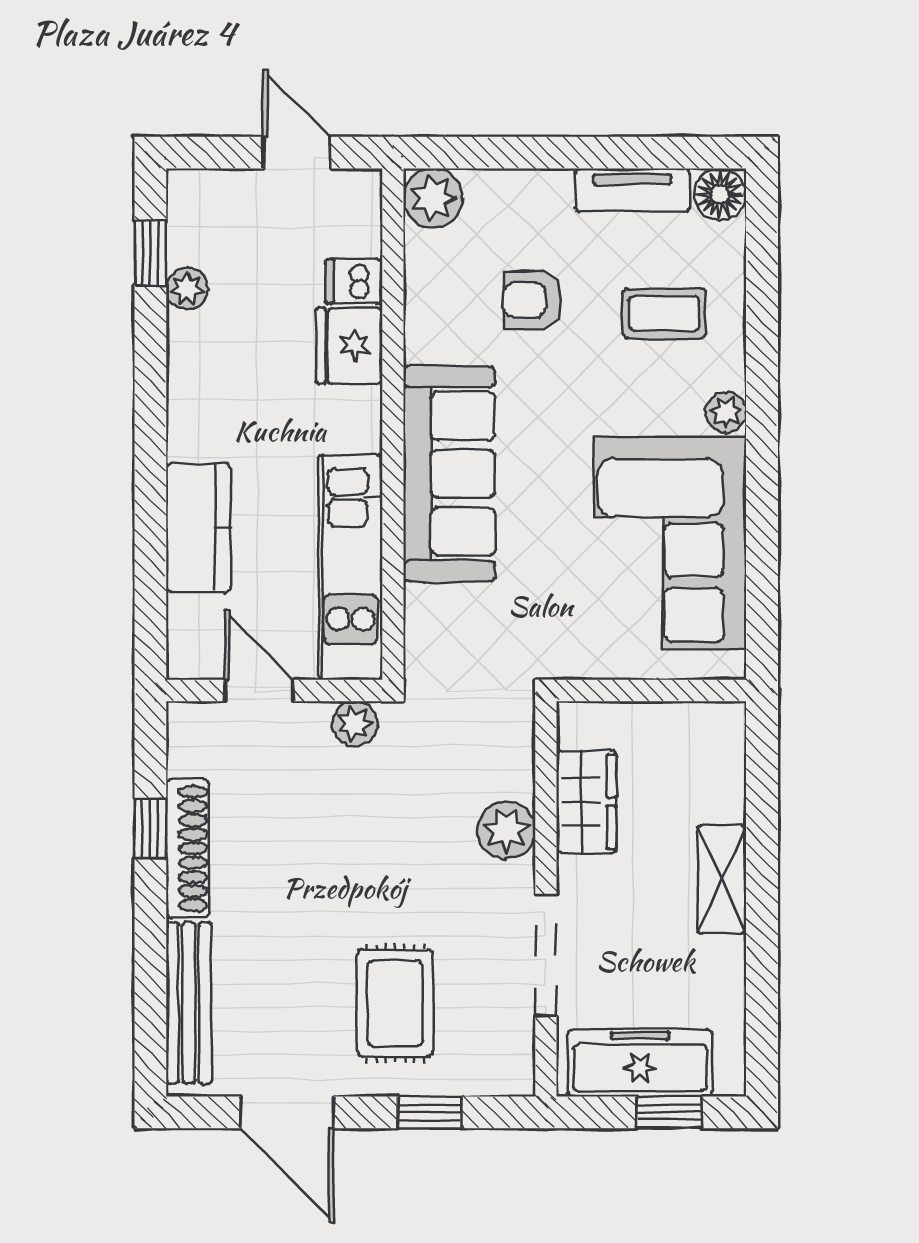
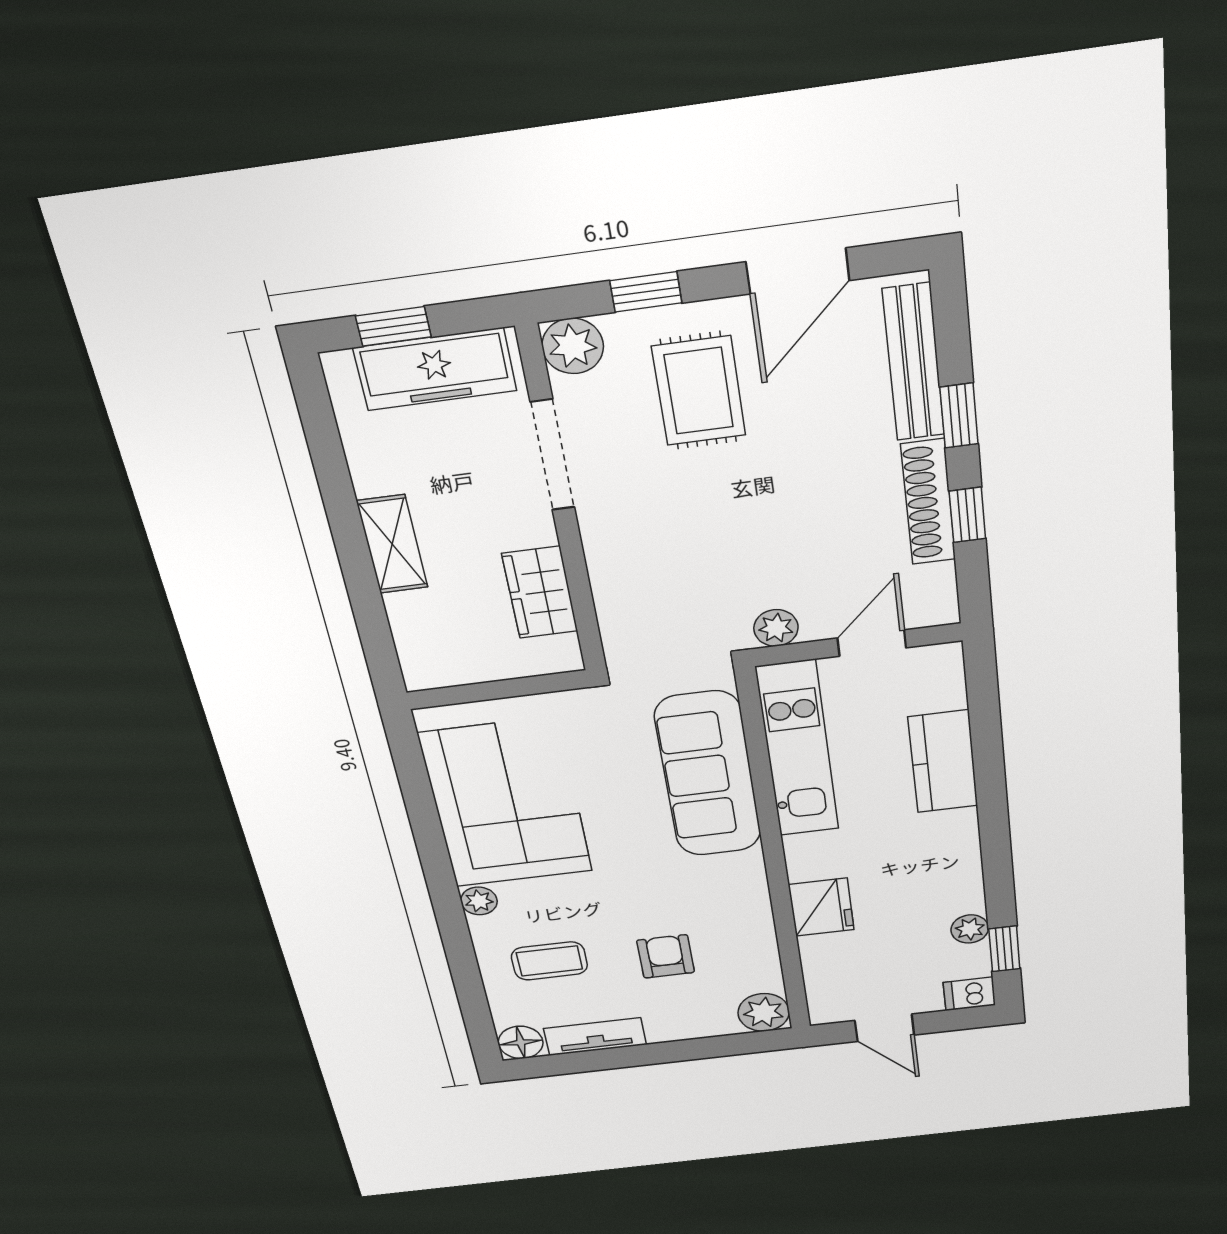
dishwasher: (354, 281) -> (969, 994), moved, turned 180
armchair: (533, 300) -> (666, 956), turned -90
sofa: (449, 474) -> (708, 775), moved
door: (259, 690) -> (872, 643), swing flipped
plant: (506, 830) -> (573, 346), moved
window: (150, 940) -> (959, 416), added
door: (287, 1112) -> (798, 271), swing flipped

